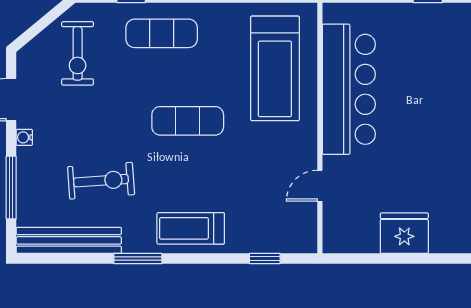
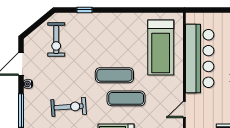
exercise mat: (162, 33) -> (126, 98), moved

